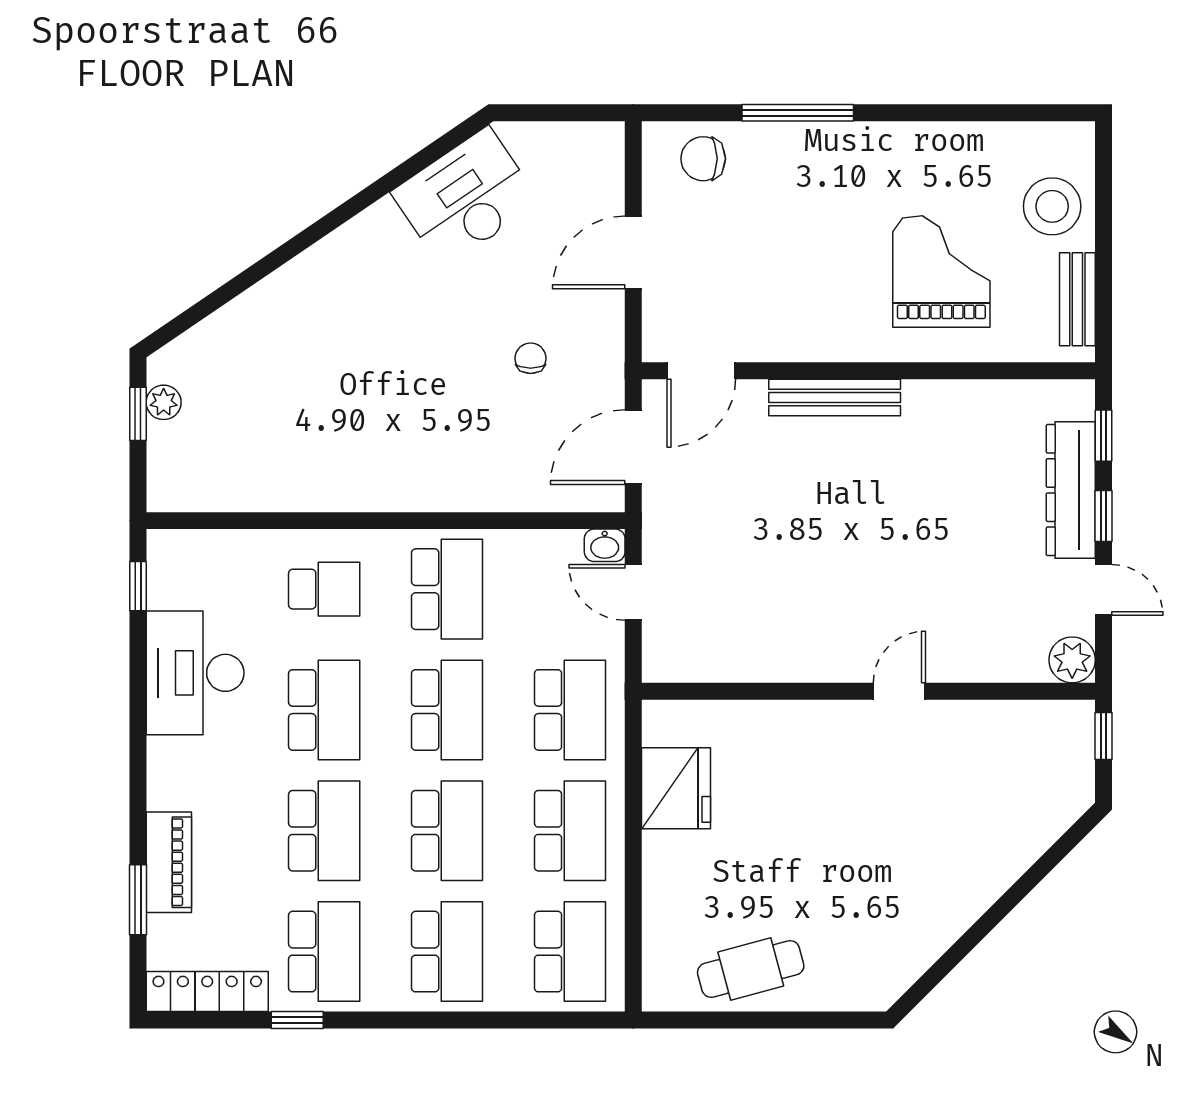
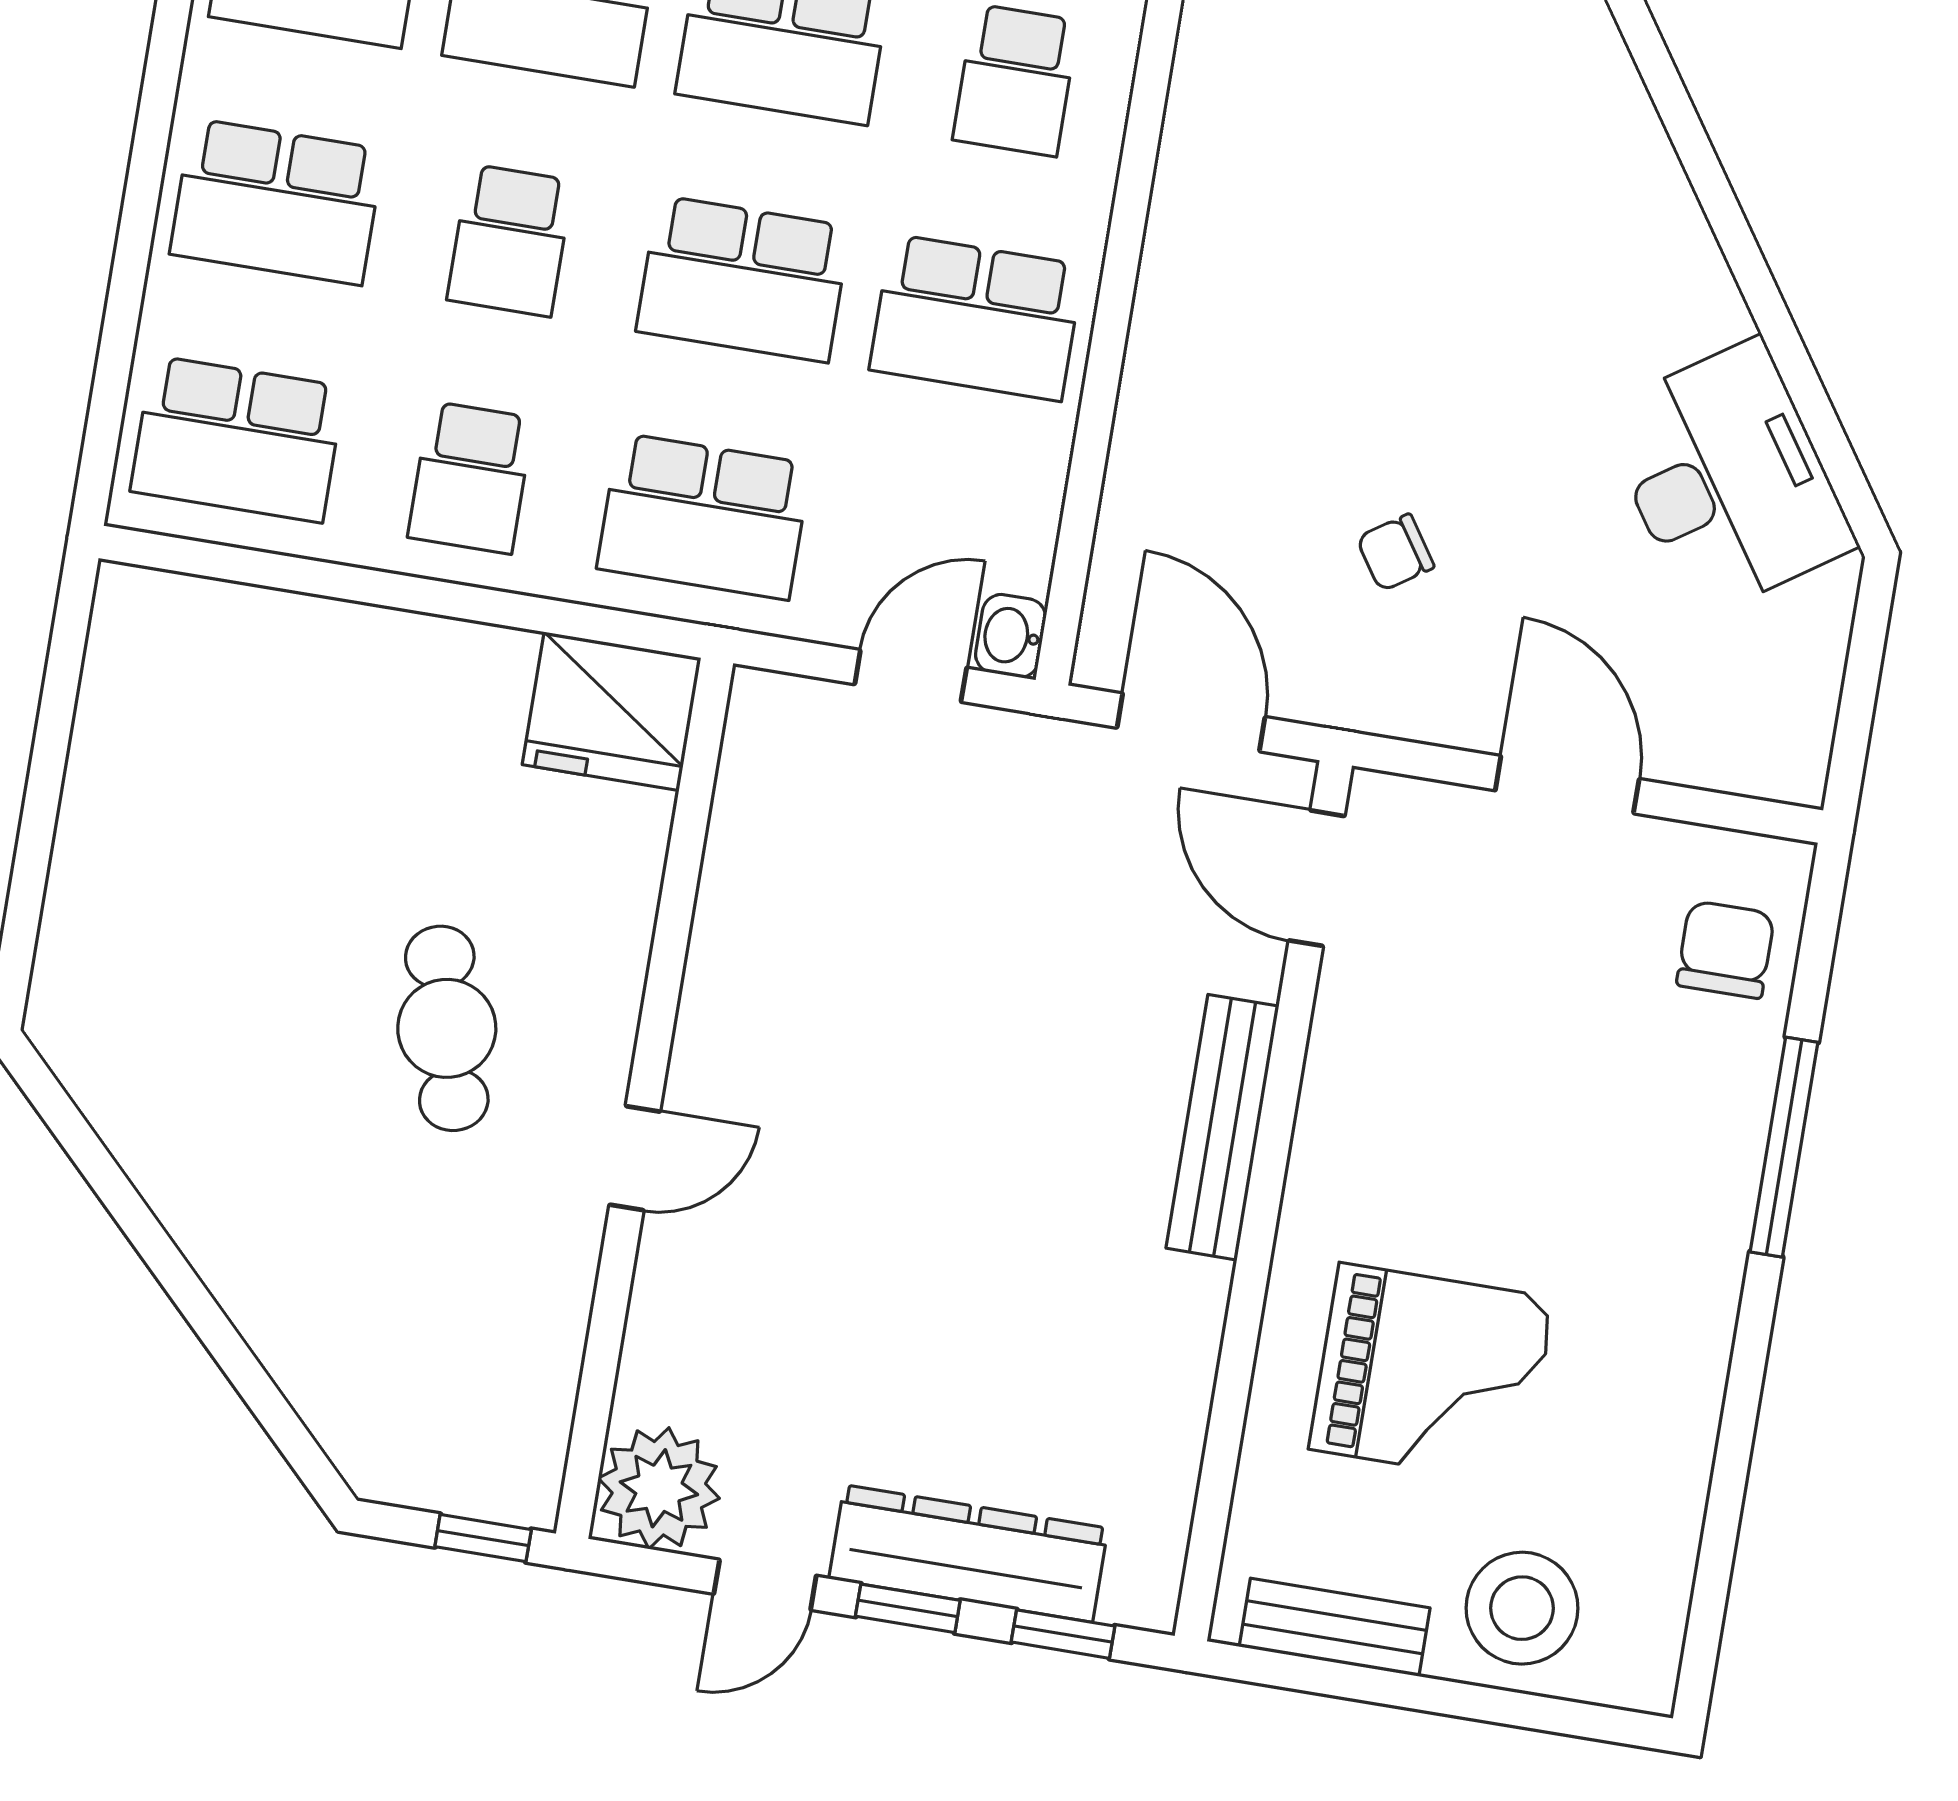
chair: (531, 358) -> (1395, 553), turned 146
plant: (1072, 660) -> (659, 1488), width x1.36, depth x1.36
door: (899, 691) -> (635, 1158), hinge flipped
fridge: (676, 788) -> (612, 711), moved
school desk: (447, 831) -> (510, 240), width x0.54
school desk: (570, 831) -> (471, 478), width x0.54
cafe table: (751, 969) -> (447, 1028), moved

